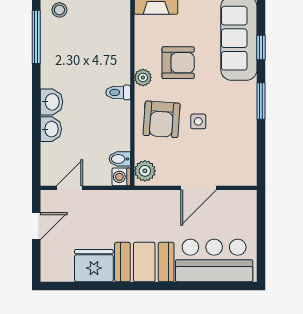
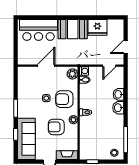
armchair: (162, 119) -> (64, 99), turned -94

